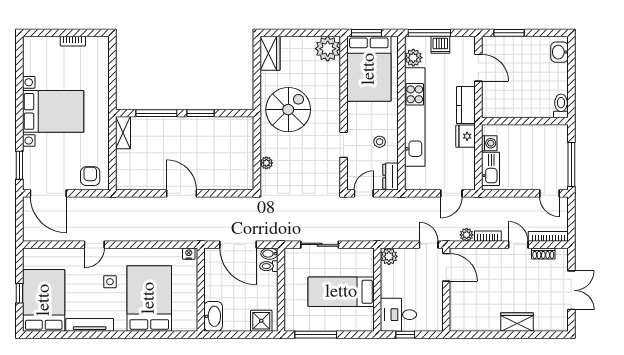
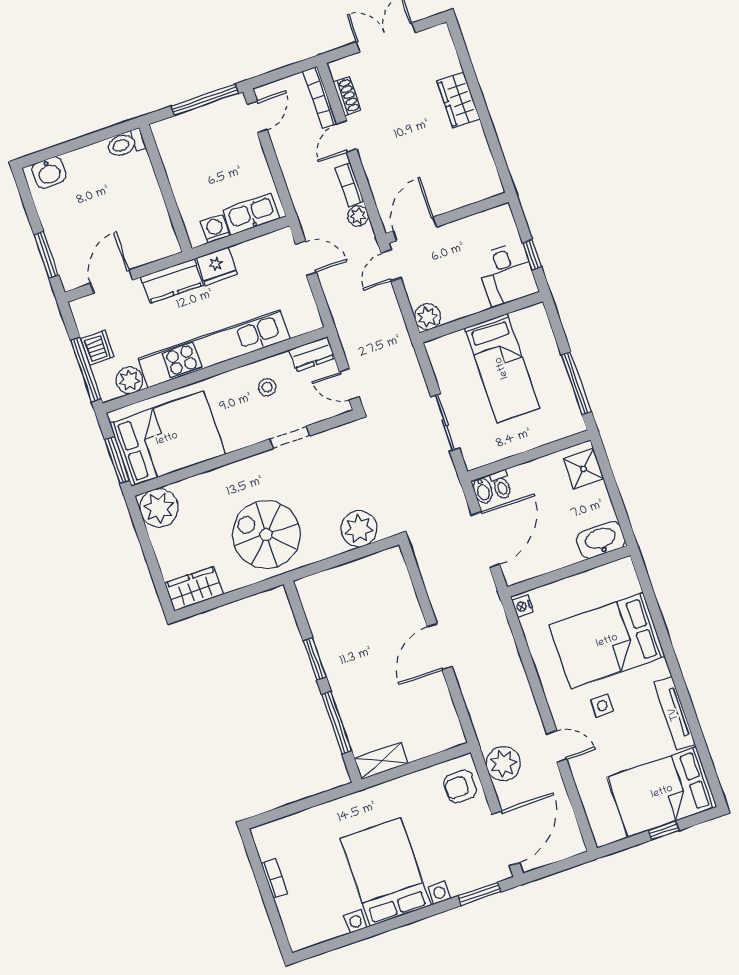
plant: (266, 163) -> (359, 529), width x1.88, depth x1.88
plant: (95, 208) -> (503, 764), added

